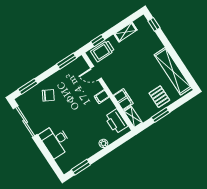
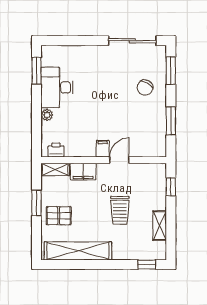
trolley: (103, 51) -> (120, 210), moved, turned 180
window: (67, 61) -> (171, 121), moved
door: (96, 73) -> (119, 160), moved
printer: (116, 121) -> (56, 150), width x0.53, depth x0.68
desk: (56, 141) -> (57, 87), moved, turned -90

